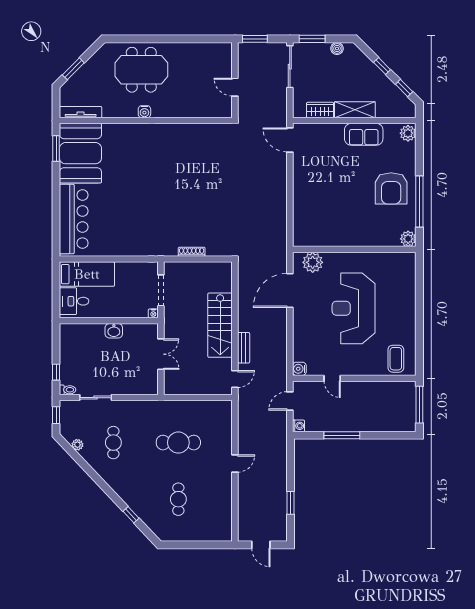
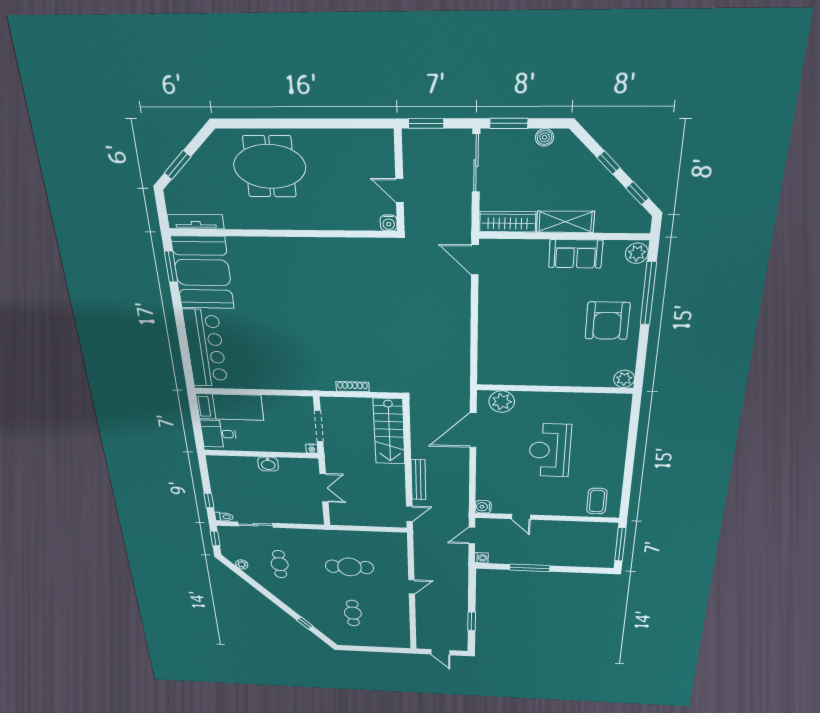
wardrobe: (320, 110) -> (508, 222), width x1.50
water cooler: (144, 112) -> (389, 223), moved
window: (419, 201) -> (648, 294), moved
reception desk: (354, 308) -> (550, 450), width x0.74, depth x0.77
stairs: (220, 325) -> (389, 431), moved
bench: (244, 348) -> (418, 480), width x1.36

